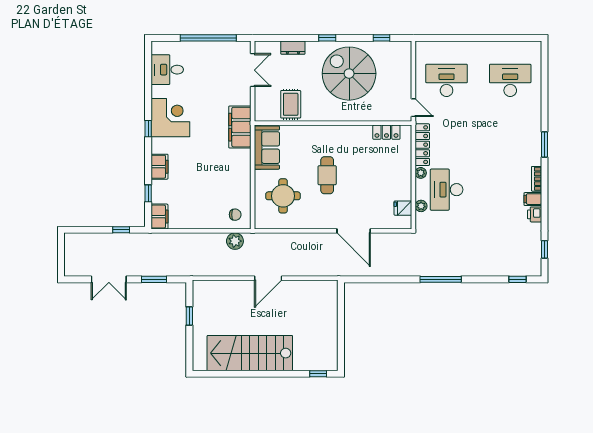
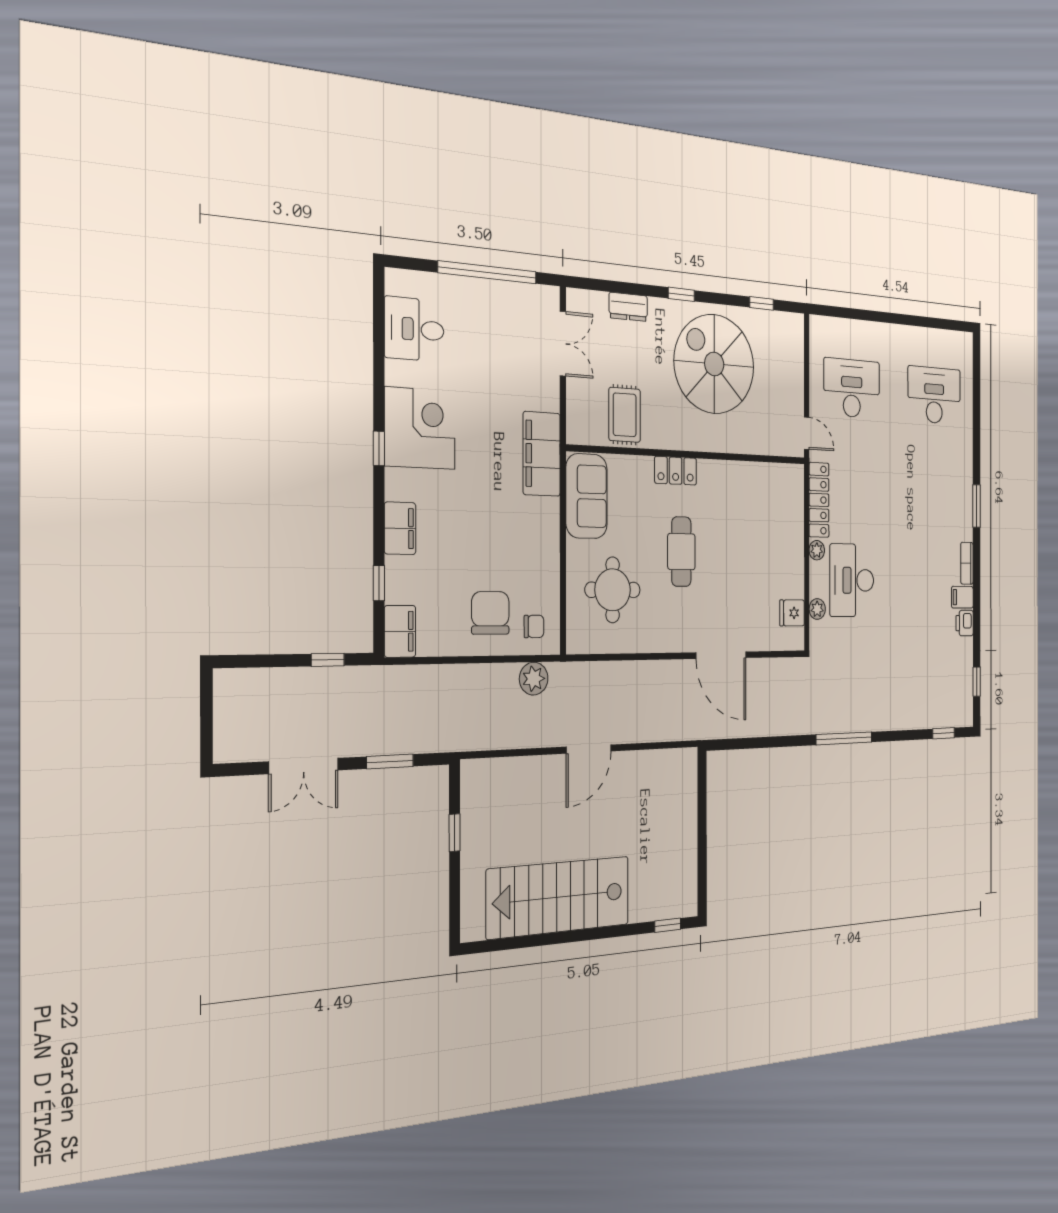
locker: (386, 132) -> (676, 471), moved
chair: (210, 208) -> (490, 613), added

